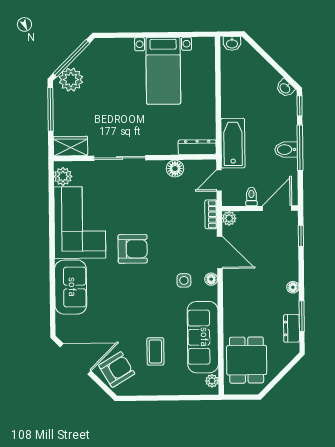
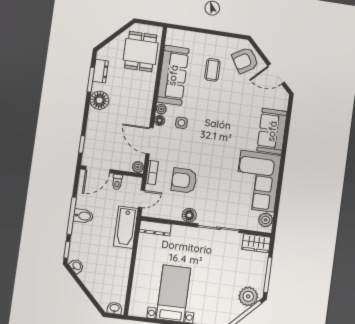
floor lamp: (175, 169) -> (189, 215), moved
armchair: (133, 249) -> (184, 180), moved
floor lamp: (293, 287) -> (99, 100), width x1.89, depth x1.89
door: (76, 359) -> (276, 74), width x0.73
plant: (212, 381) -> (161, 109), moved

